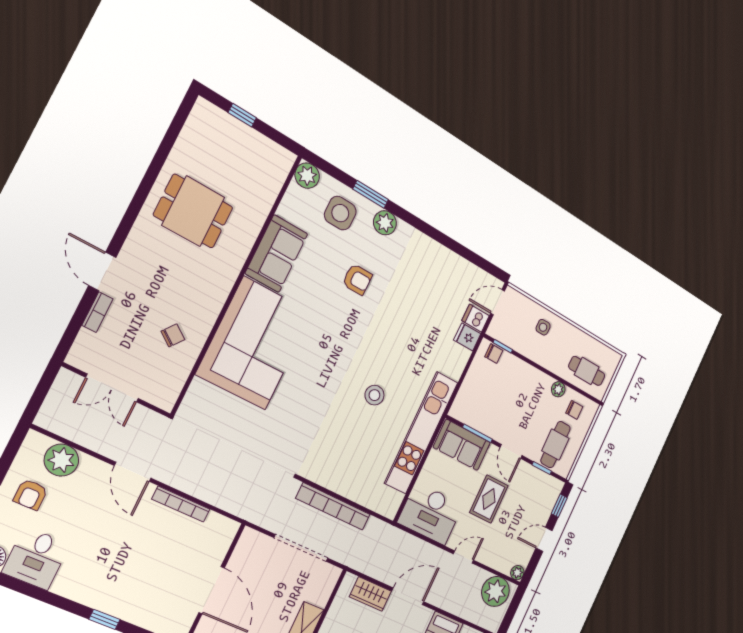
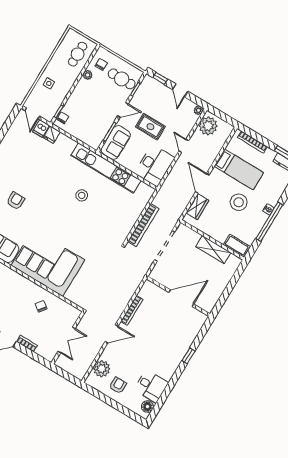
armchair: (31, 495) -> (118, 385), turned -90

